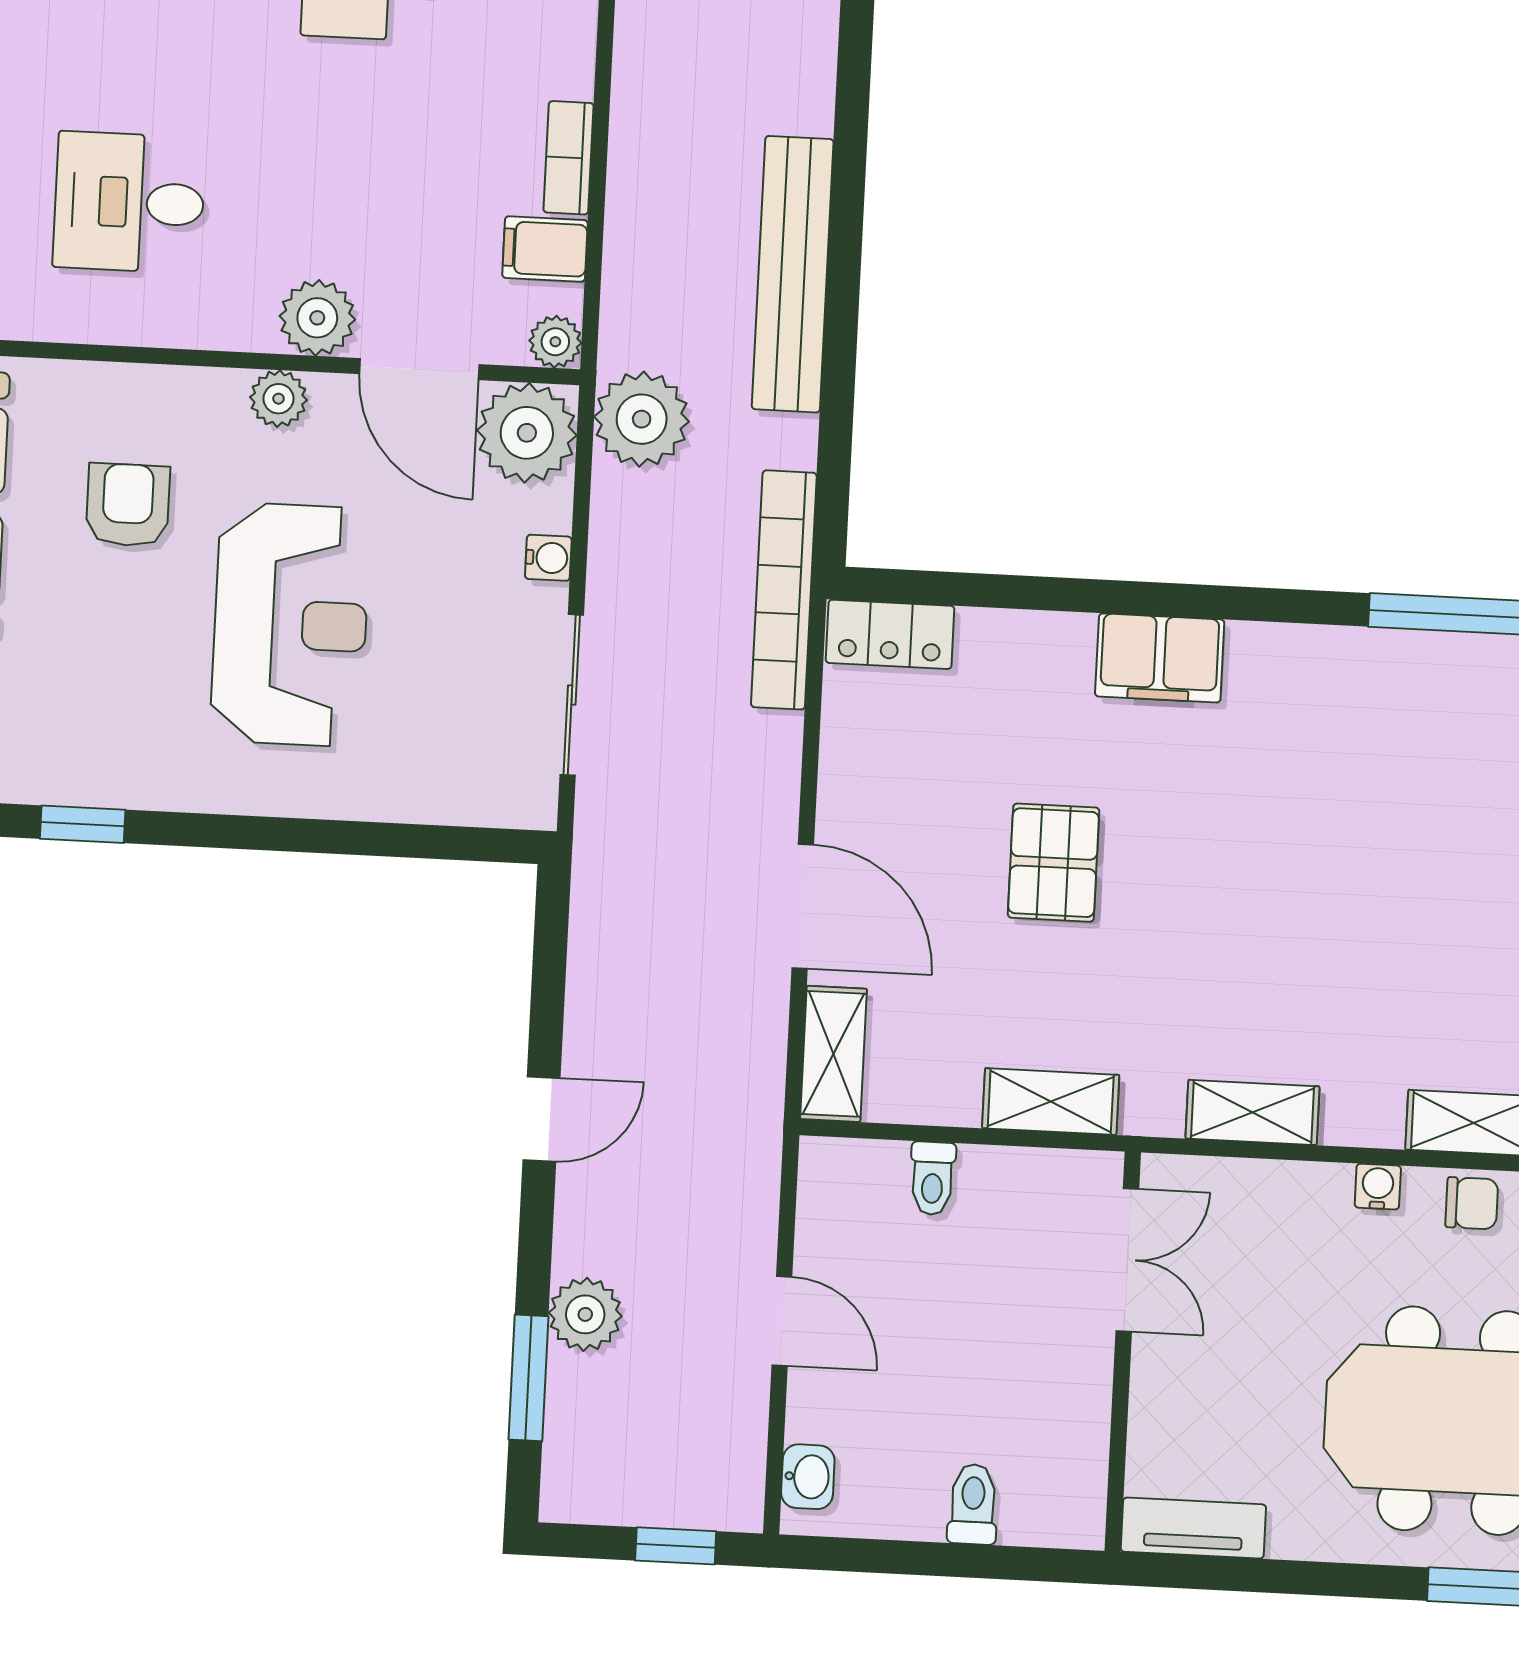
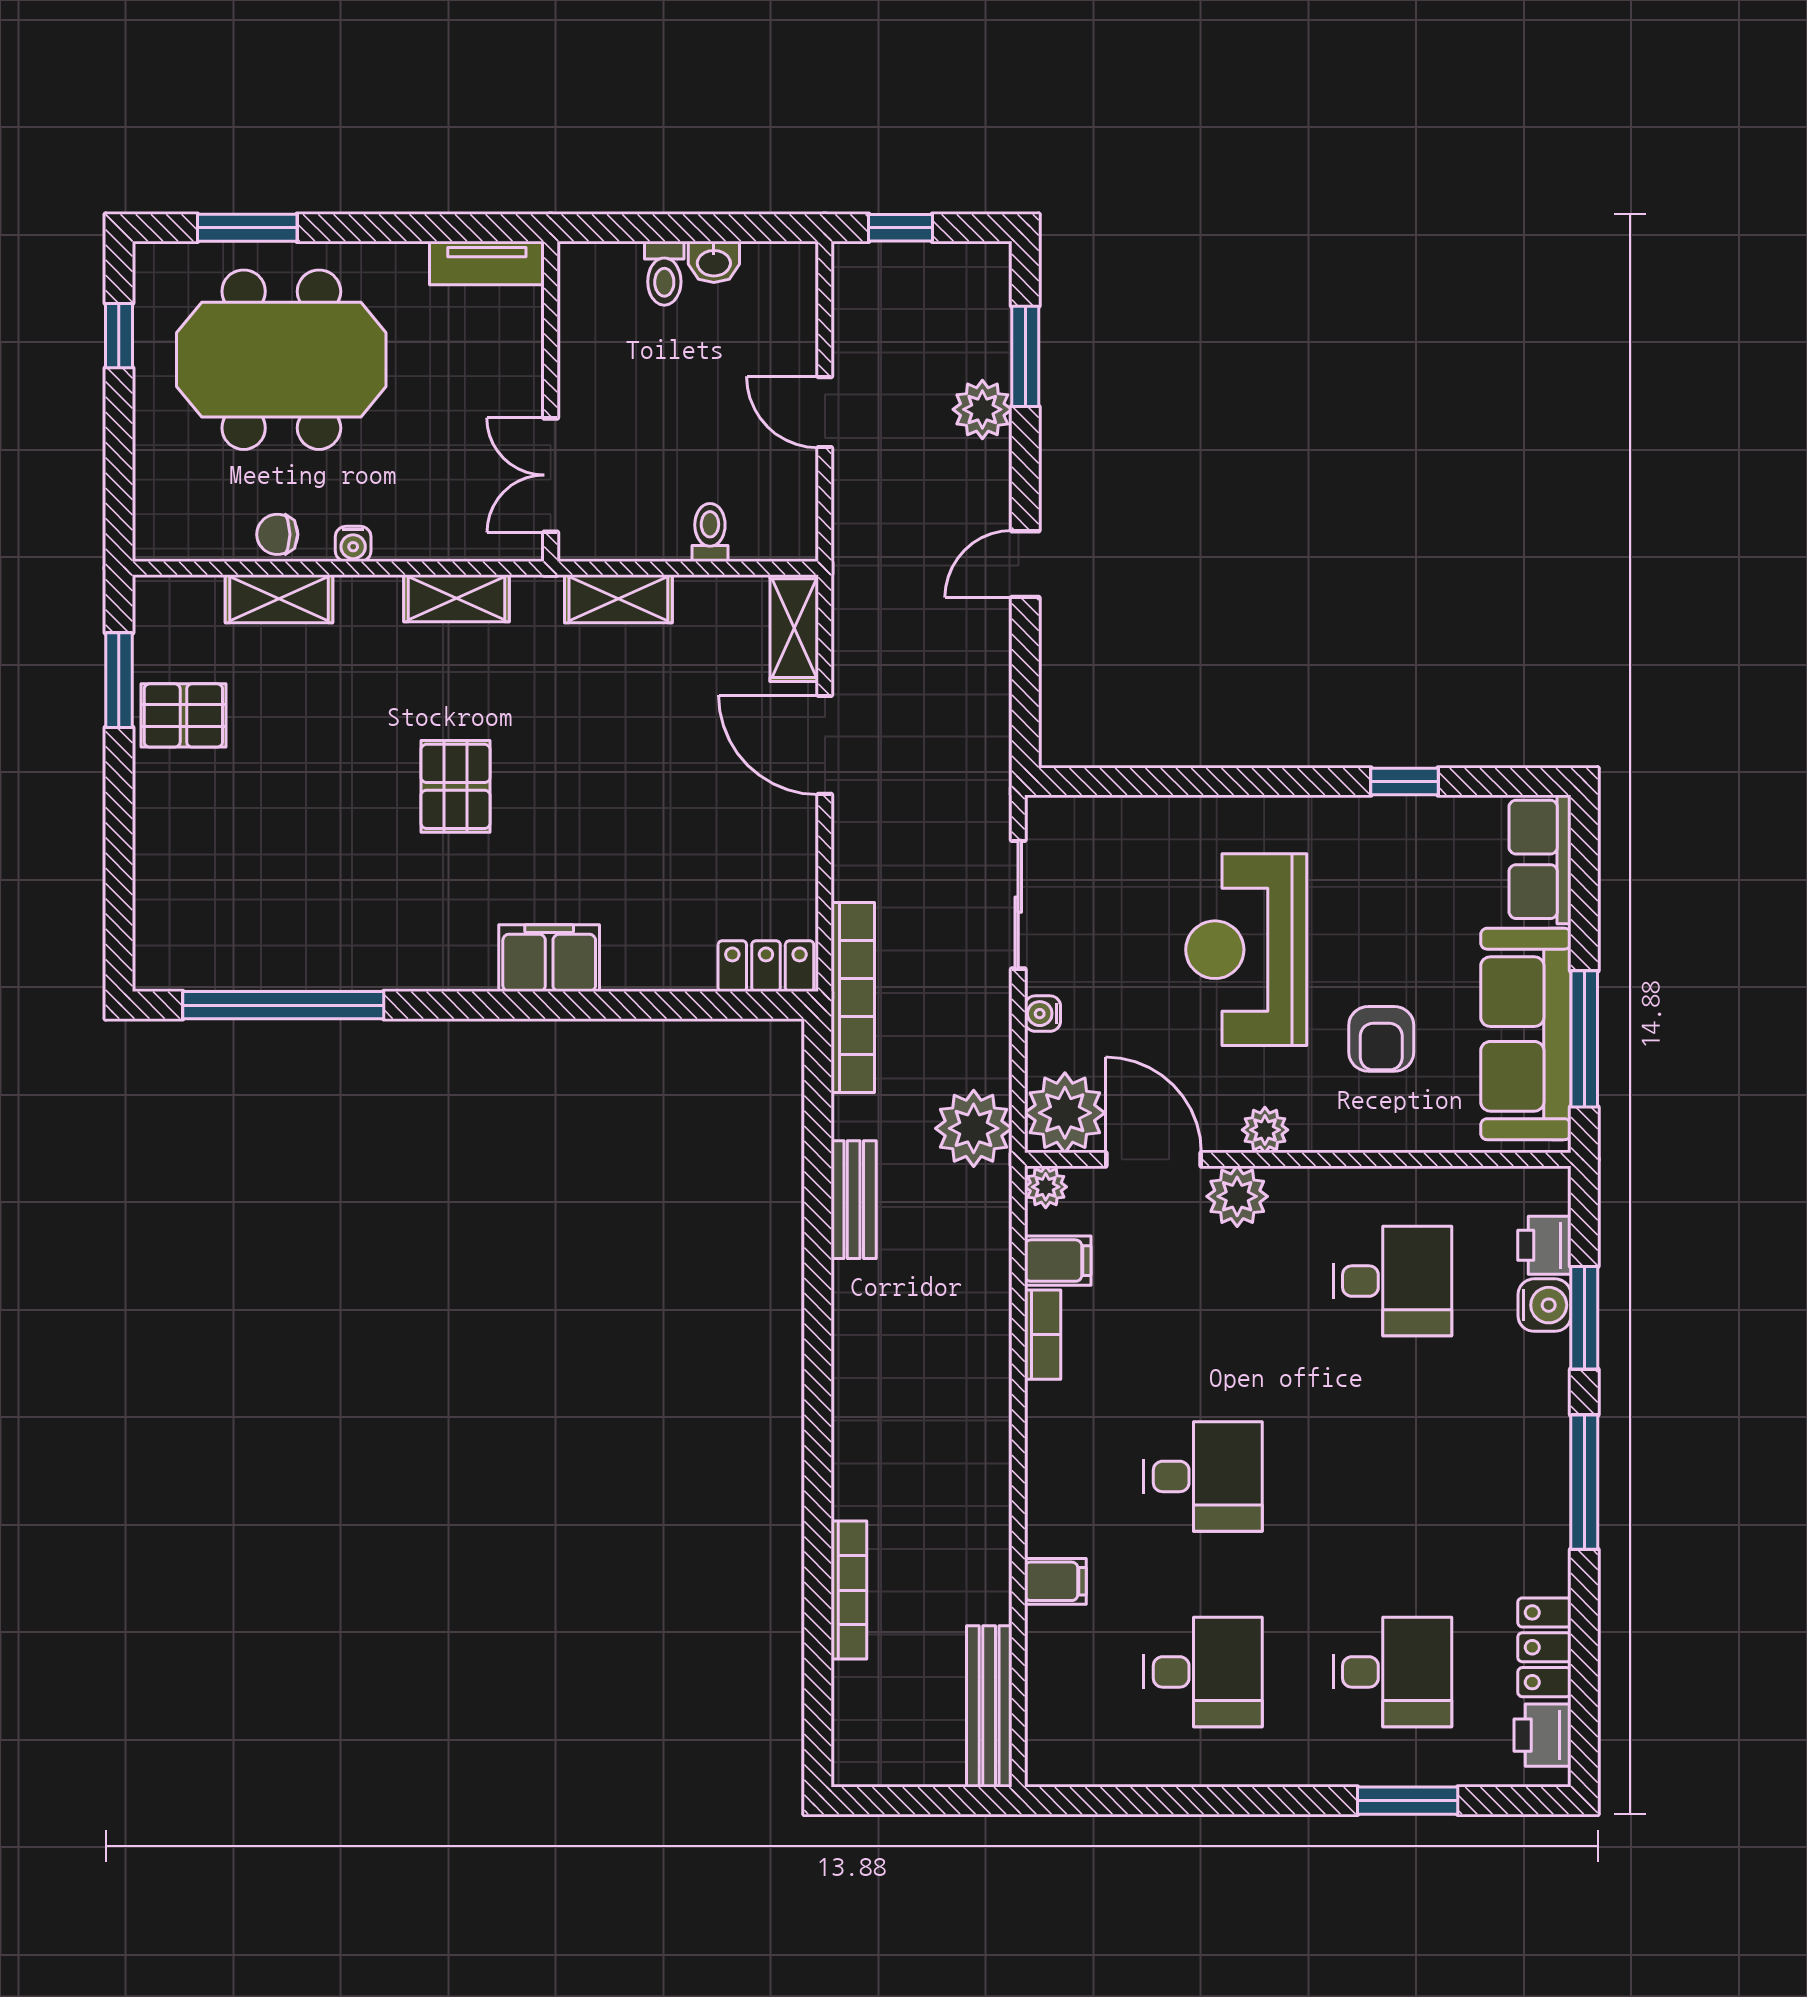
bench: (793, 274) -> (854, 1200), width x0.54, depth x0.82
pallet: (1054, 863) -> (456, 786), moved
washbasin: (808, 1477) -> (714, 262), moved, turned -90

